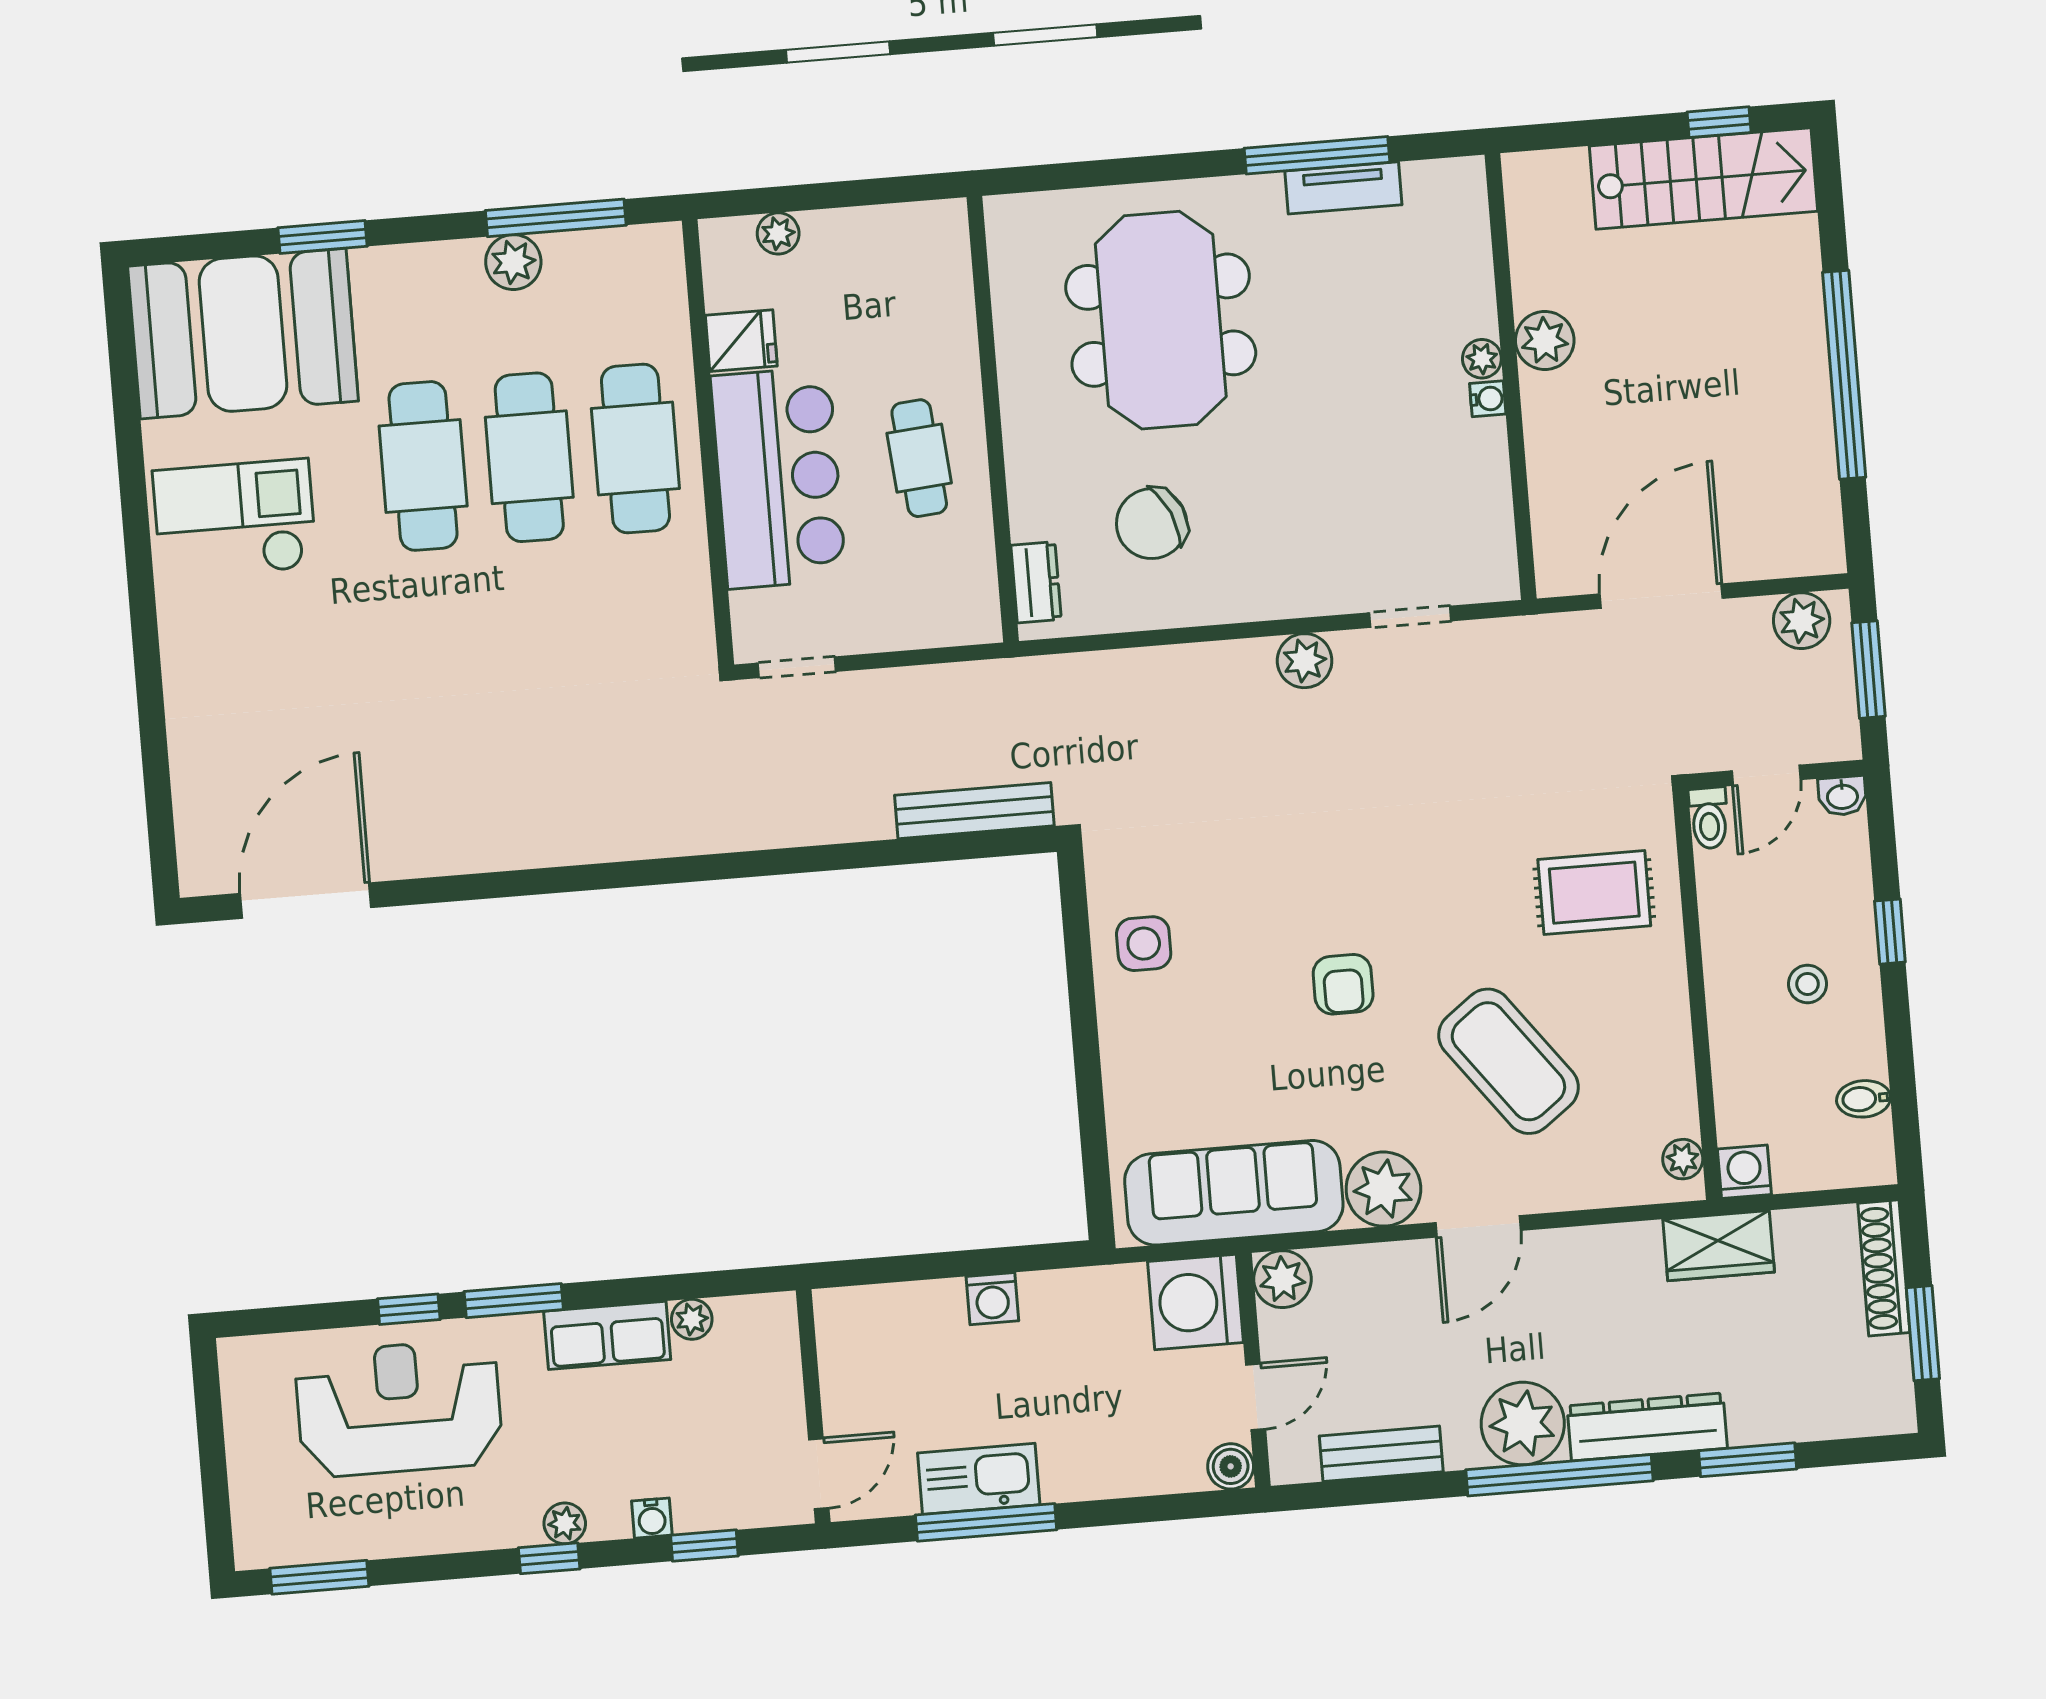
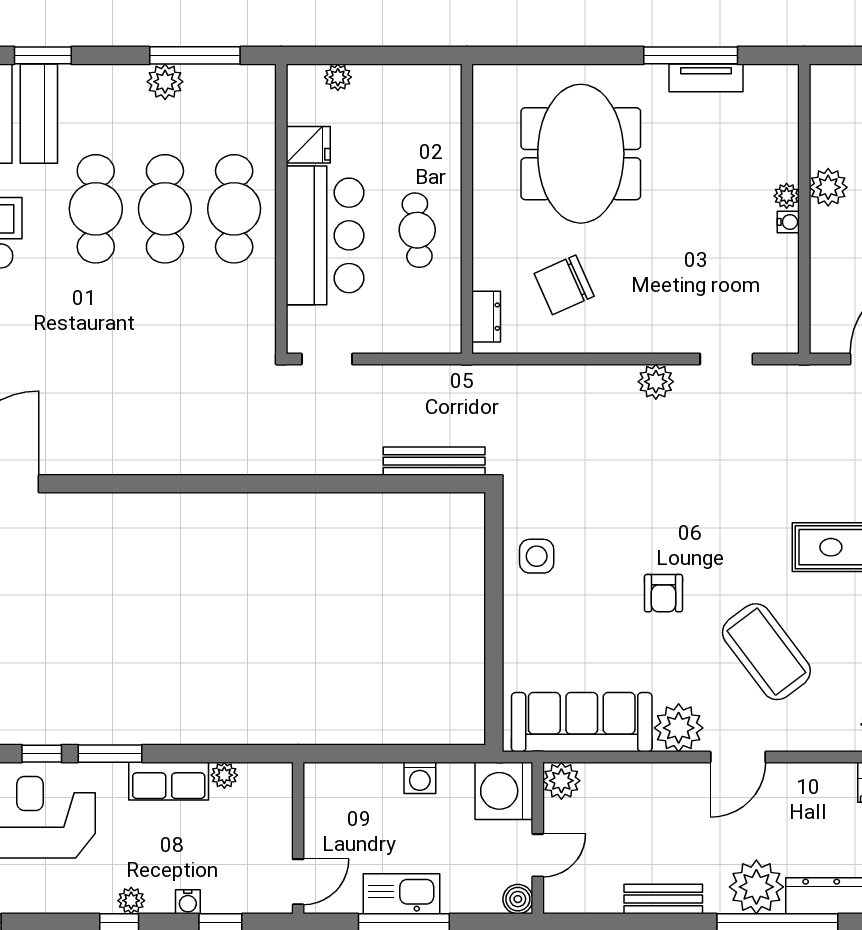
plant: (1282, 1279) -> (561, 781), moved
washing machine: (1195, 1302) -> (504, 791), moved
wall: (1253, 1370) -> (538, 838), moved
door: (1256, 1397) -> (538, 855), moved
boiler: (1231, 1466) -> (518, 899), moved

